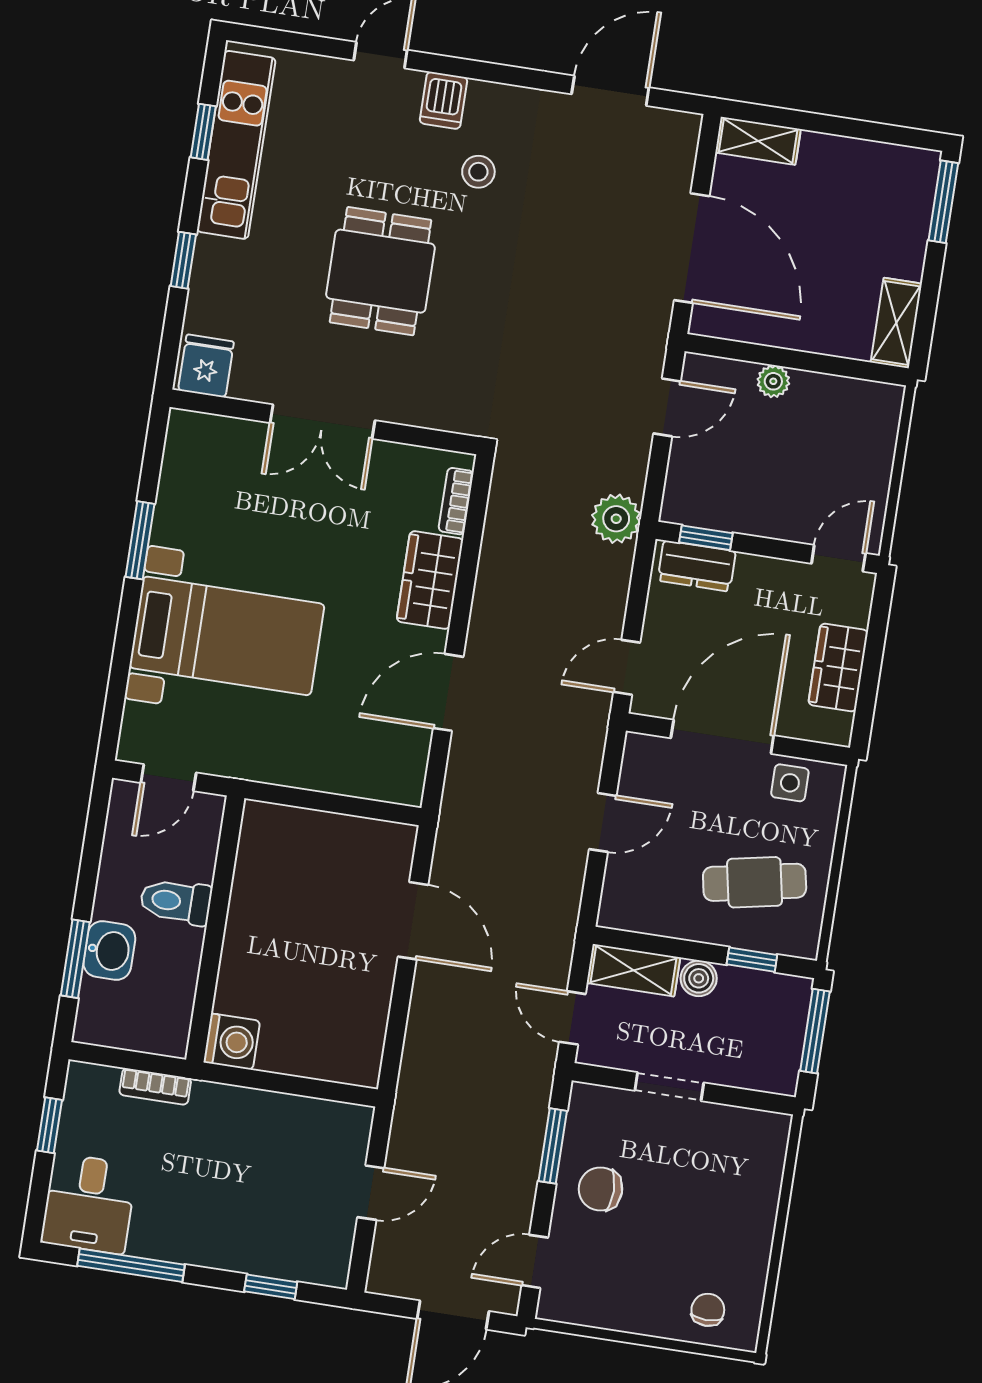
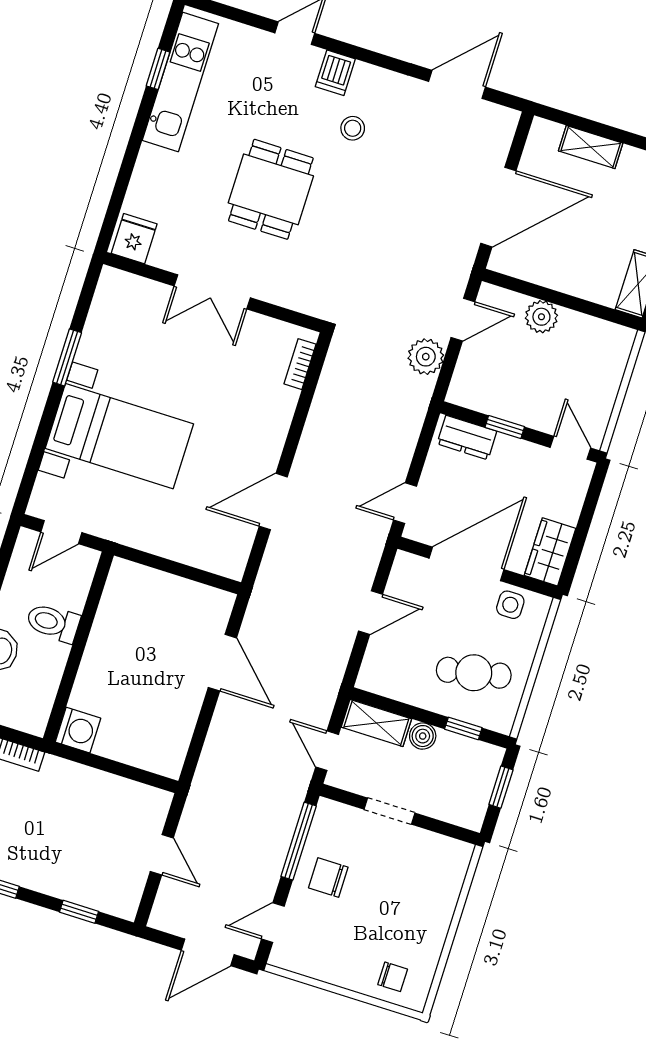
shelving: (758, 141) -> (591, 147), moved
door: (692, 248) -> (498, 207), hinge flipped
window: (183, 260) -> (129, 160), removed
plant: (773, 381) -> (541, 317), width x1.38, depth x1.38
plant: (616, 519) -> (426, 357), moved
window: (706, 538) -> (505, 427), moved
door: (839, 558) -> (570, 448), hinge flipped
wardrobe: (430, 580) -> (272, 418), removed
wardrobe: (838, 668) -> (550, 552), moved
window: (815, 1031) -> (501, 787), width x0.67
window: (553, 1146) -> (299, 841), width x1.44
door: (371, 1193) -> (162, 855), hinge flipped
chair: (708, 1310) -> (393, 977), turned 90

